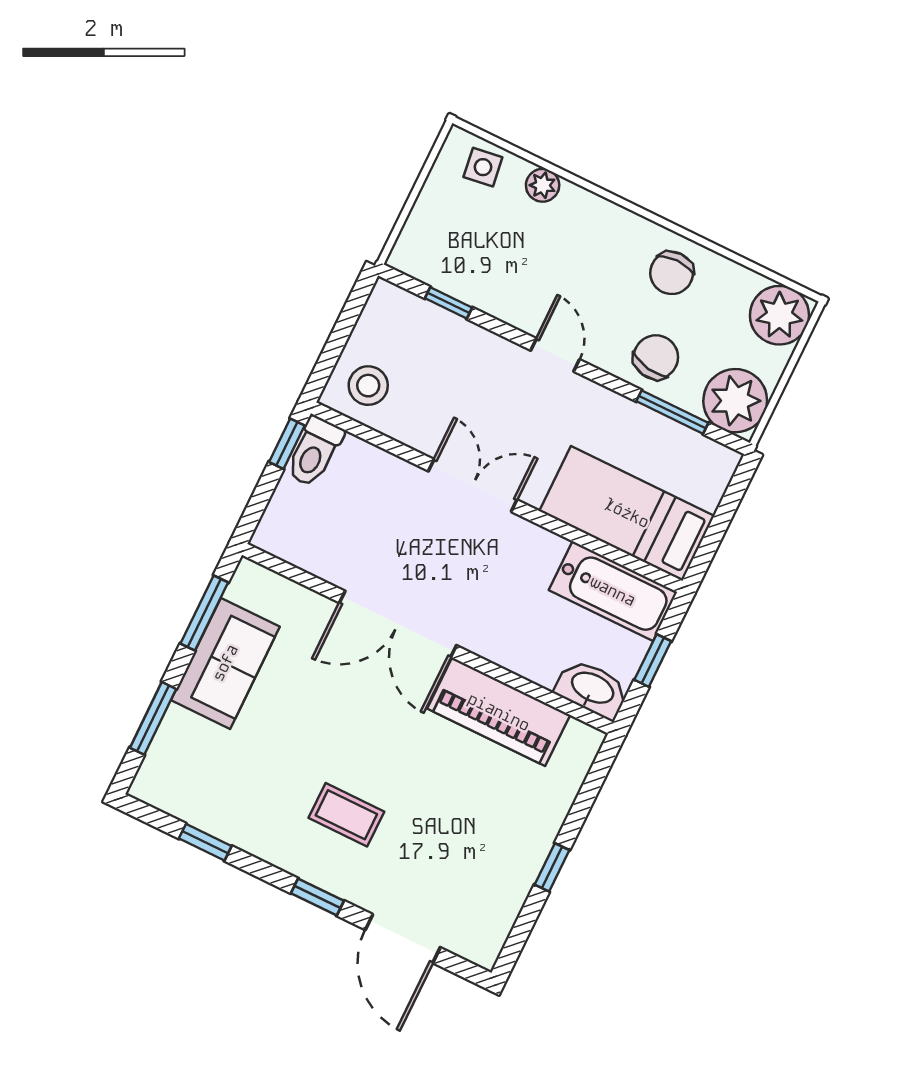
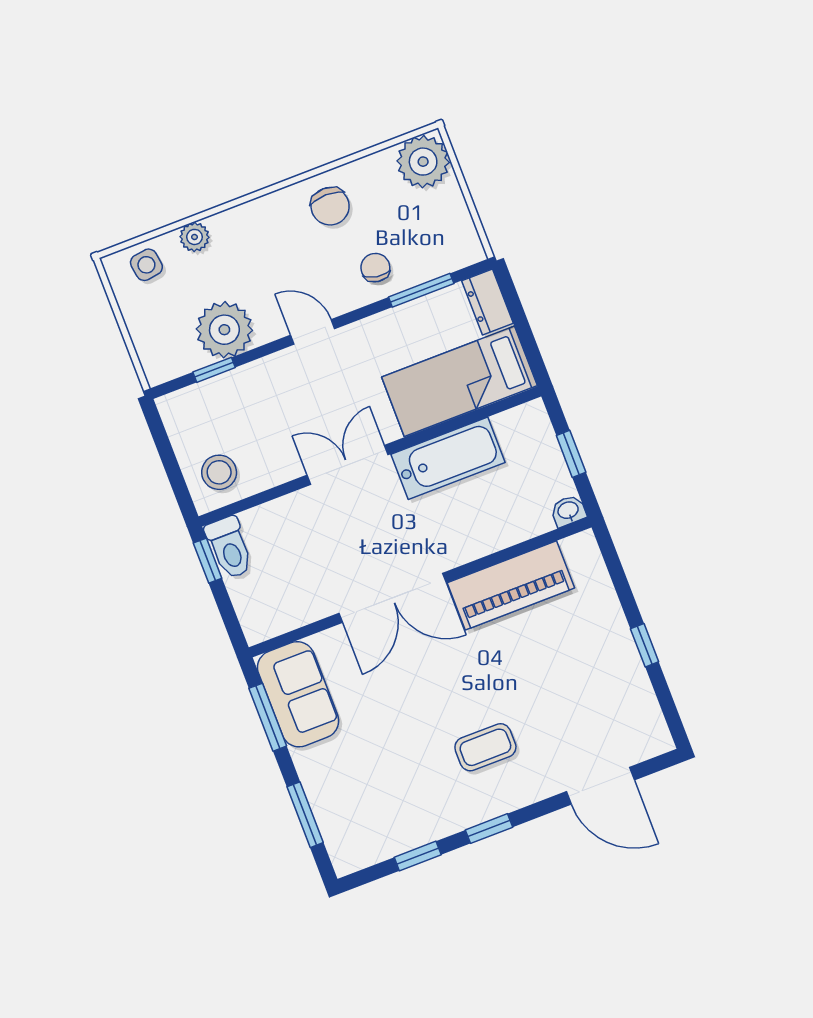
chair: (656, 357) -> (375, 268), width x0.73, depth x0.73
plant: (735, 401) -> (224, 330), moved
dresser: (714, 476) -> (488, 302), added
bathtub: (613, 591) -> (448, 458), moved
sofa: (225, 663) -> (298, 694), moved
washbasin: (592, 689) -> (568, 511), width x0.52, depth x0.69
window: (317, 897) -> (489, 829), moved

